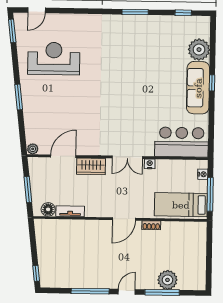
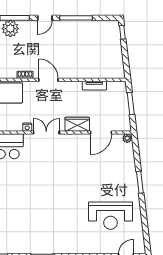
window: (12, 31) -> (146, 239), removed
floor lamp: (48, 209) -> (113, 87), removed
door: (124, 219) -> (48, 80), hinge flipped

